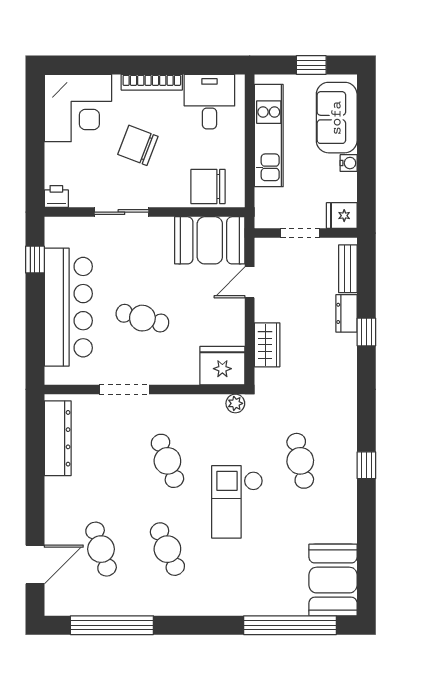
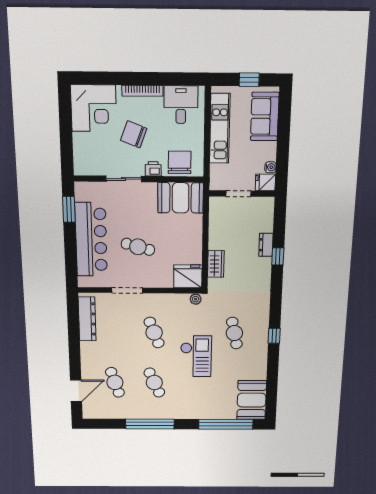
water cooler: (349, 163) -> (270, 167), moved
chair: (208, 187) -> (180, 162), turned 90
printer: (56, 196) -> (153, 169), moved
window: (35, 260) -> (69, 209), width x1.50
bench: (348, 269) -> (268, 217), removed
door: (250, 282) -> (206, 225), removed
checkout: (237, 502) -> (196, 356), turned 180
window: (112, 625) -> (150, 424), moved

